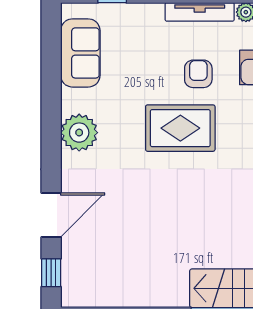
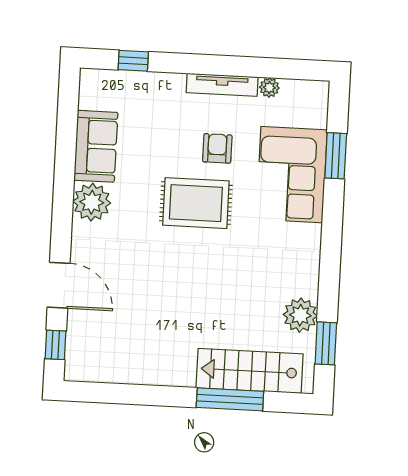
sofa: (80, 53) -> (96, 146), moved
door: (51, 215) -> (59, 285), hinge flipped

